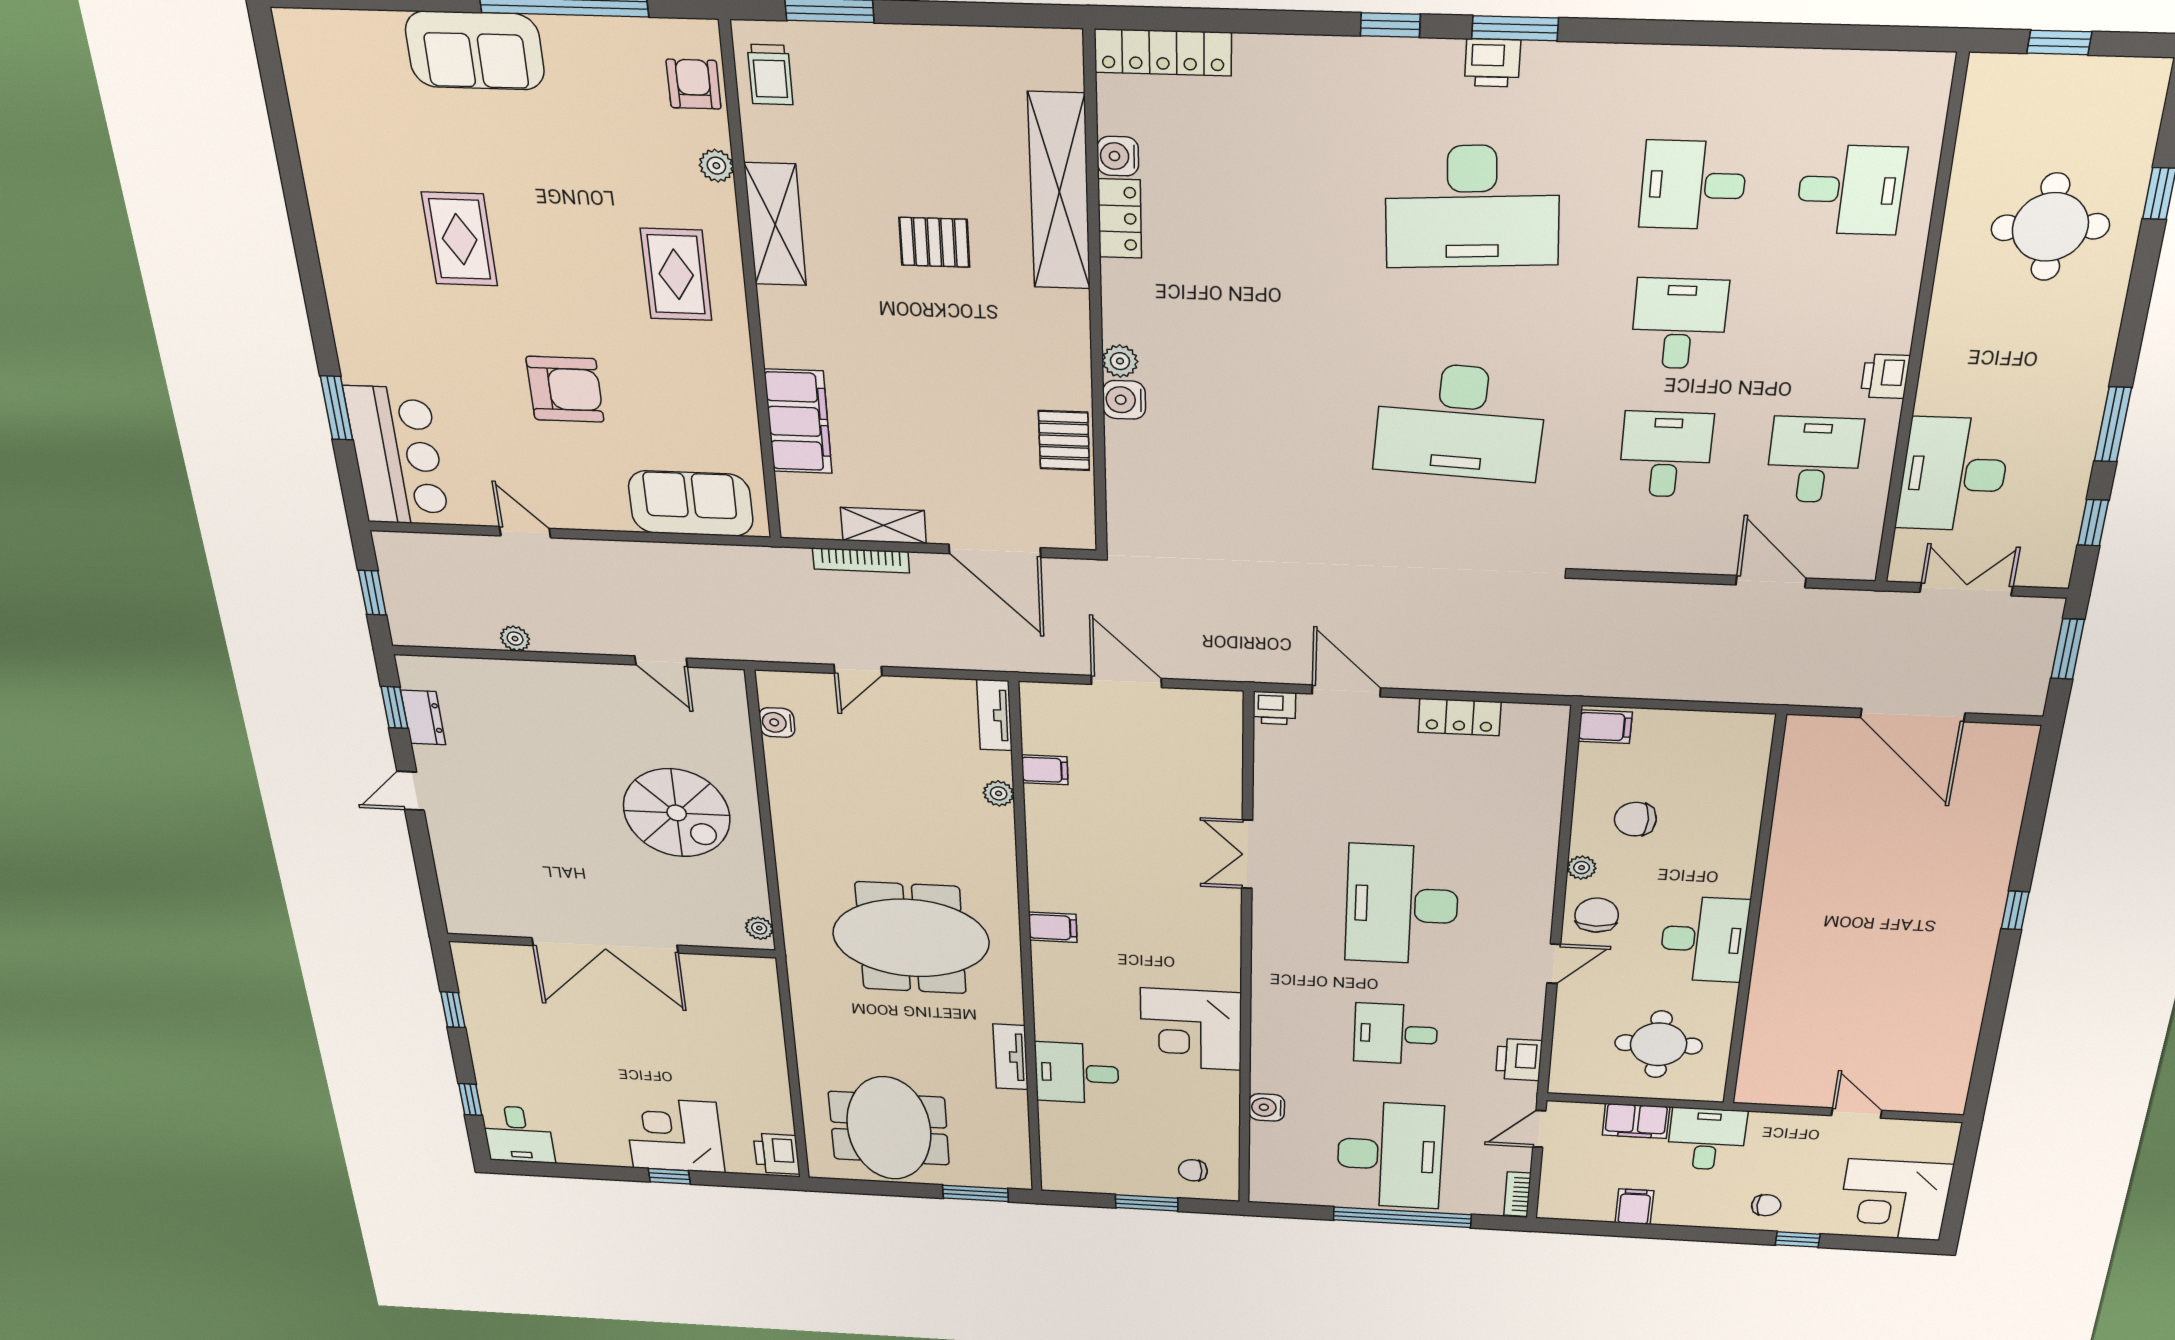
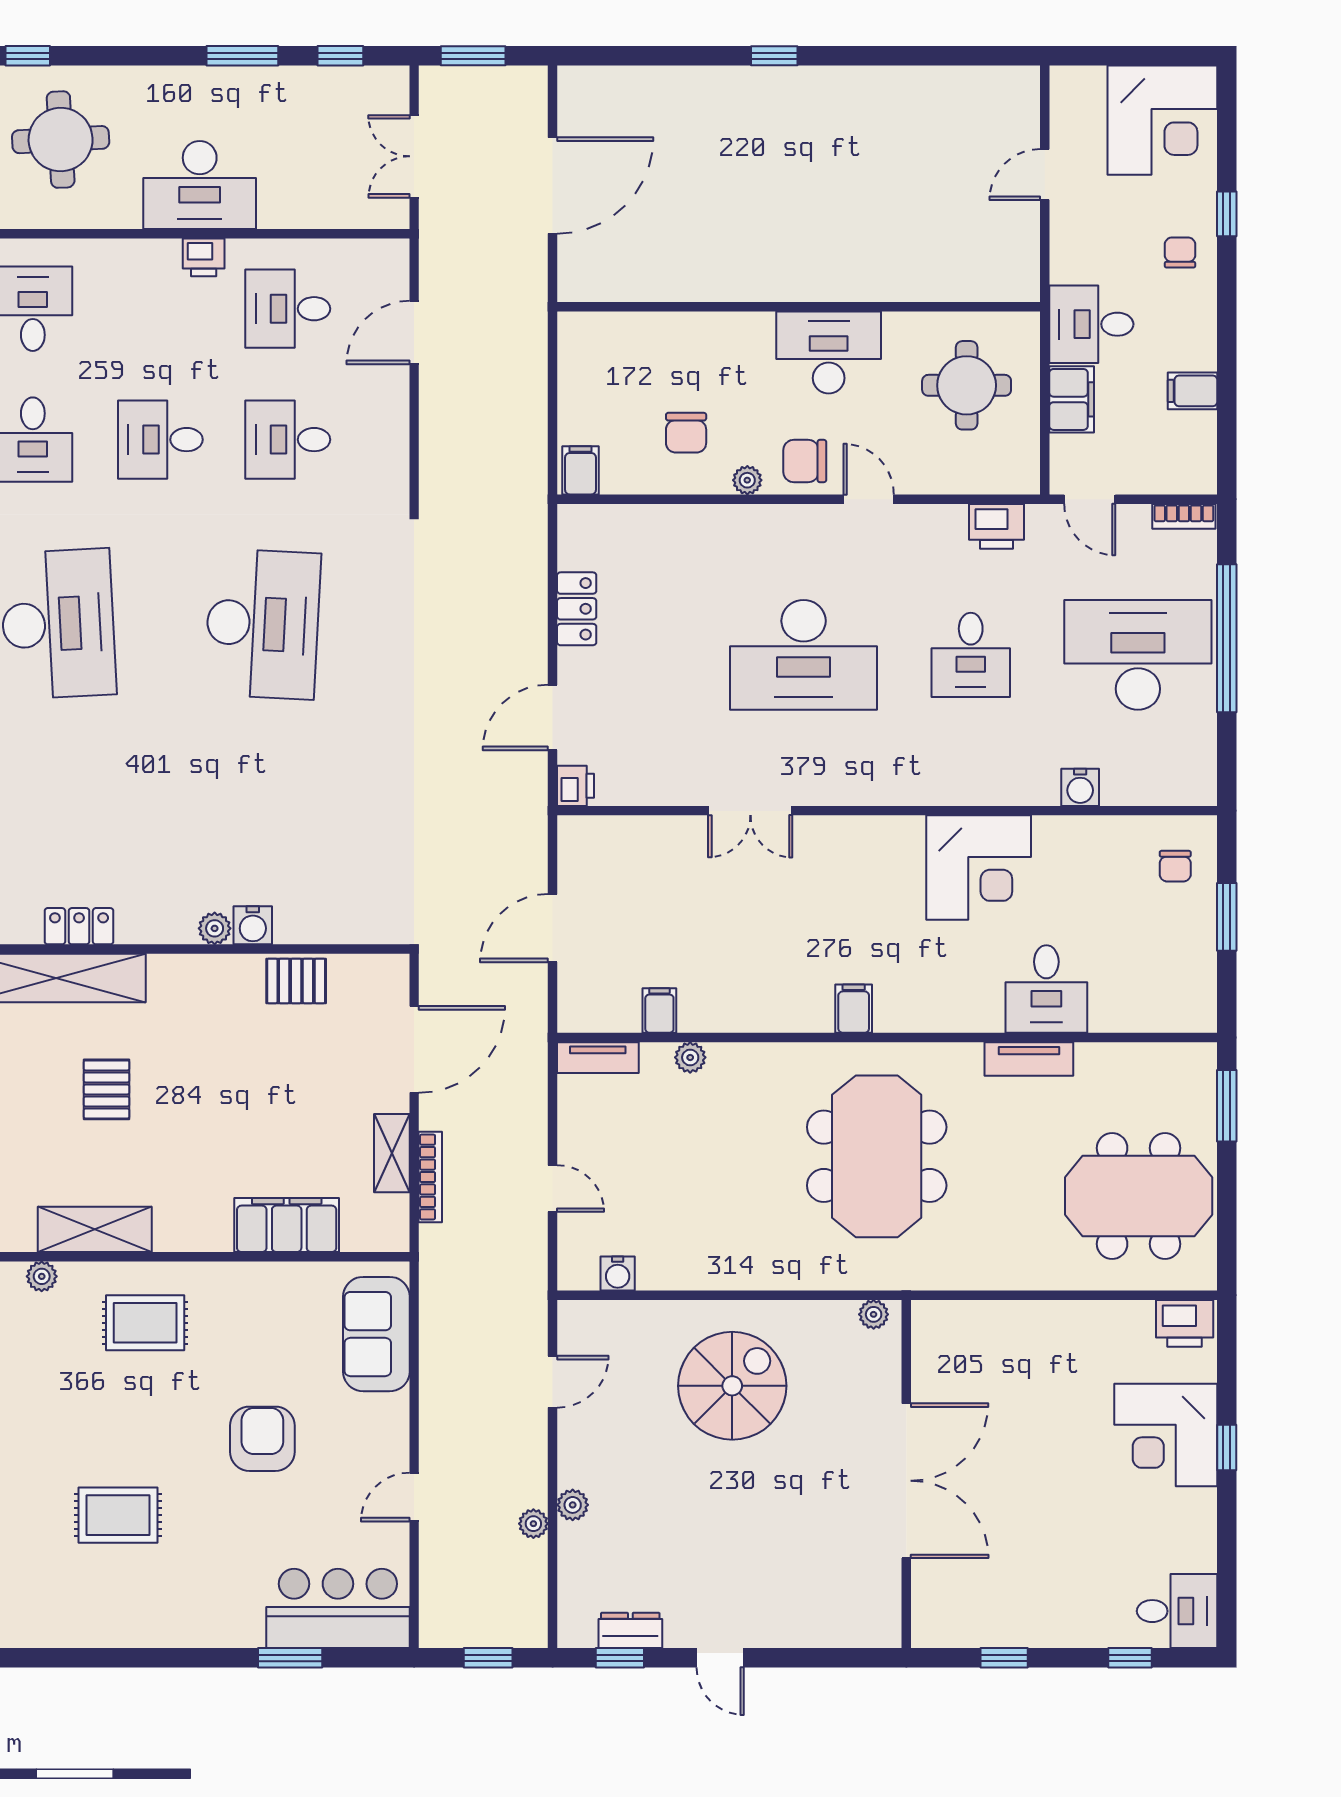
water cooler: (1118, 156) -> (22, 927), removed
desk: (1953, 474) -> (200, 185), moved
plant: (539, 674) -> (573, 1505), added

